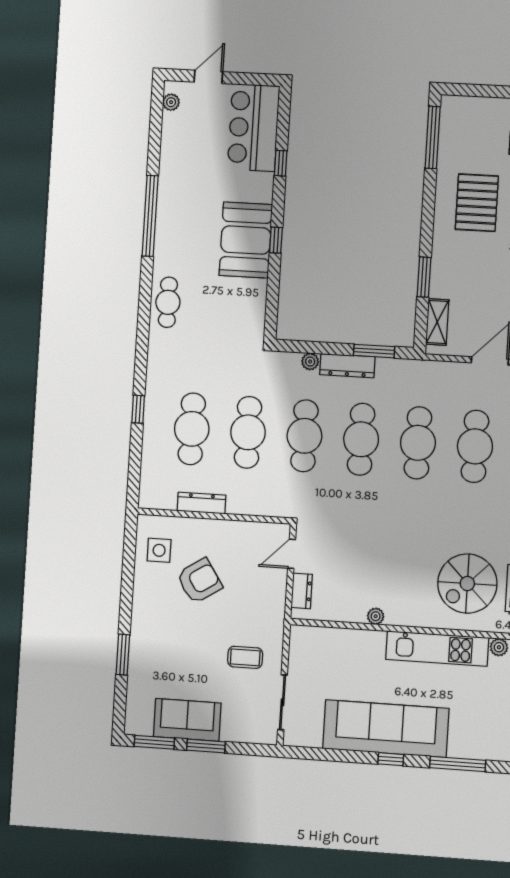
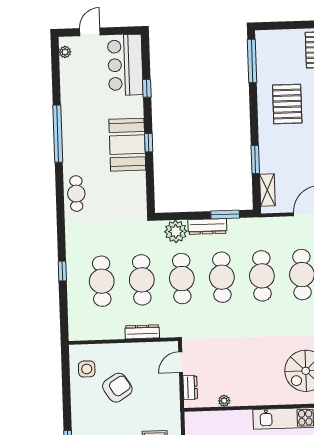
plant: (310, 361) -> (176, 231), width x1.87, depth x1.87
dresser: (201, 503) -> (142, 332), moved
plant: (376, 616) -> (224, 401), moved

